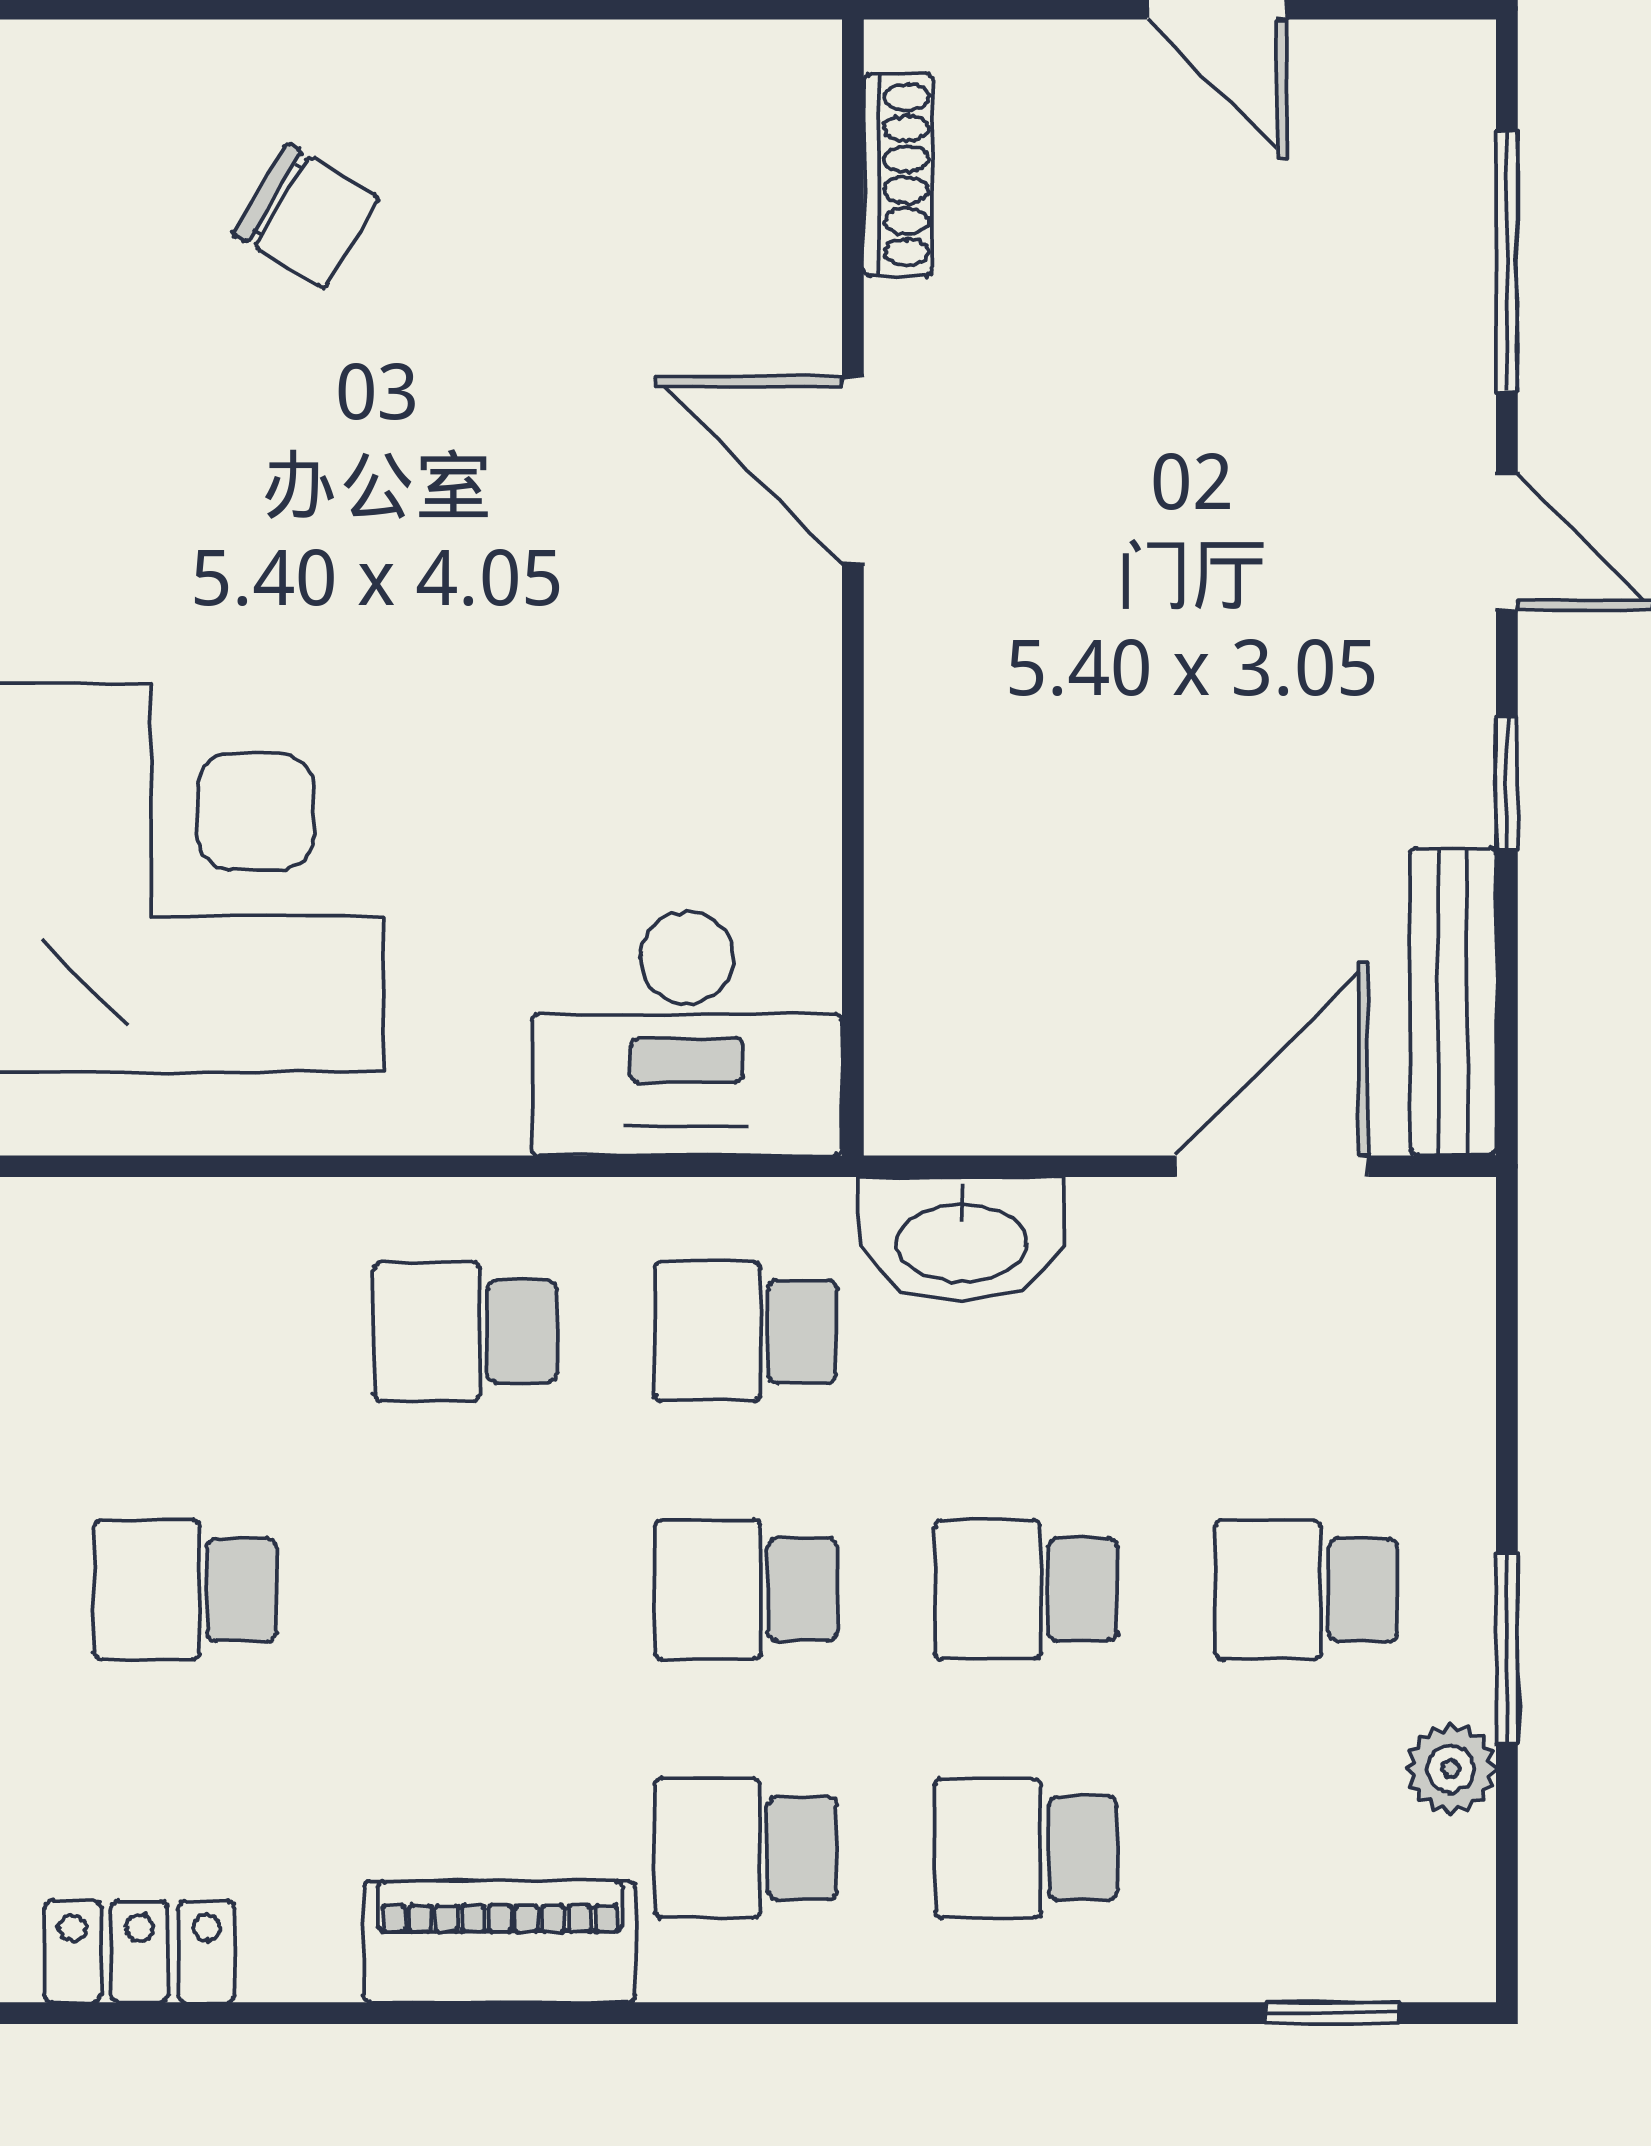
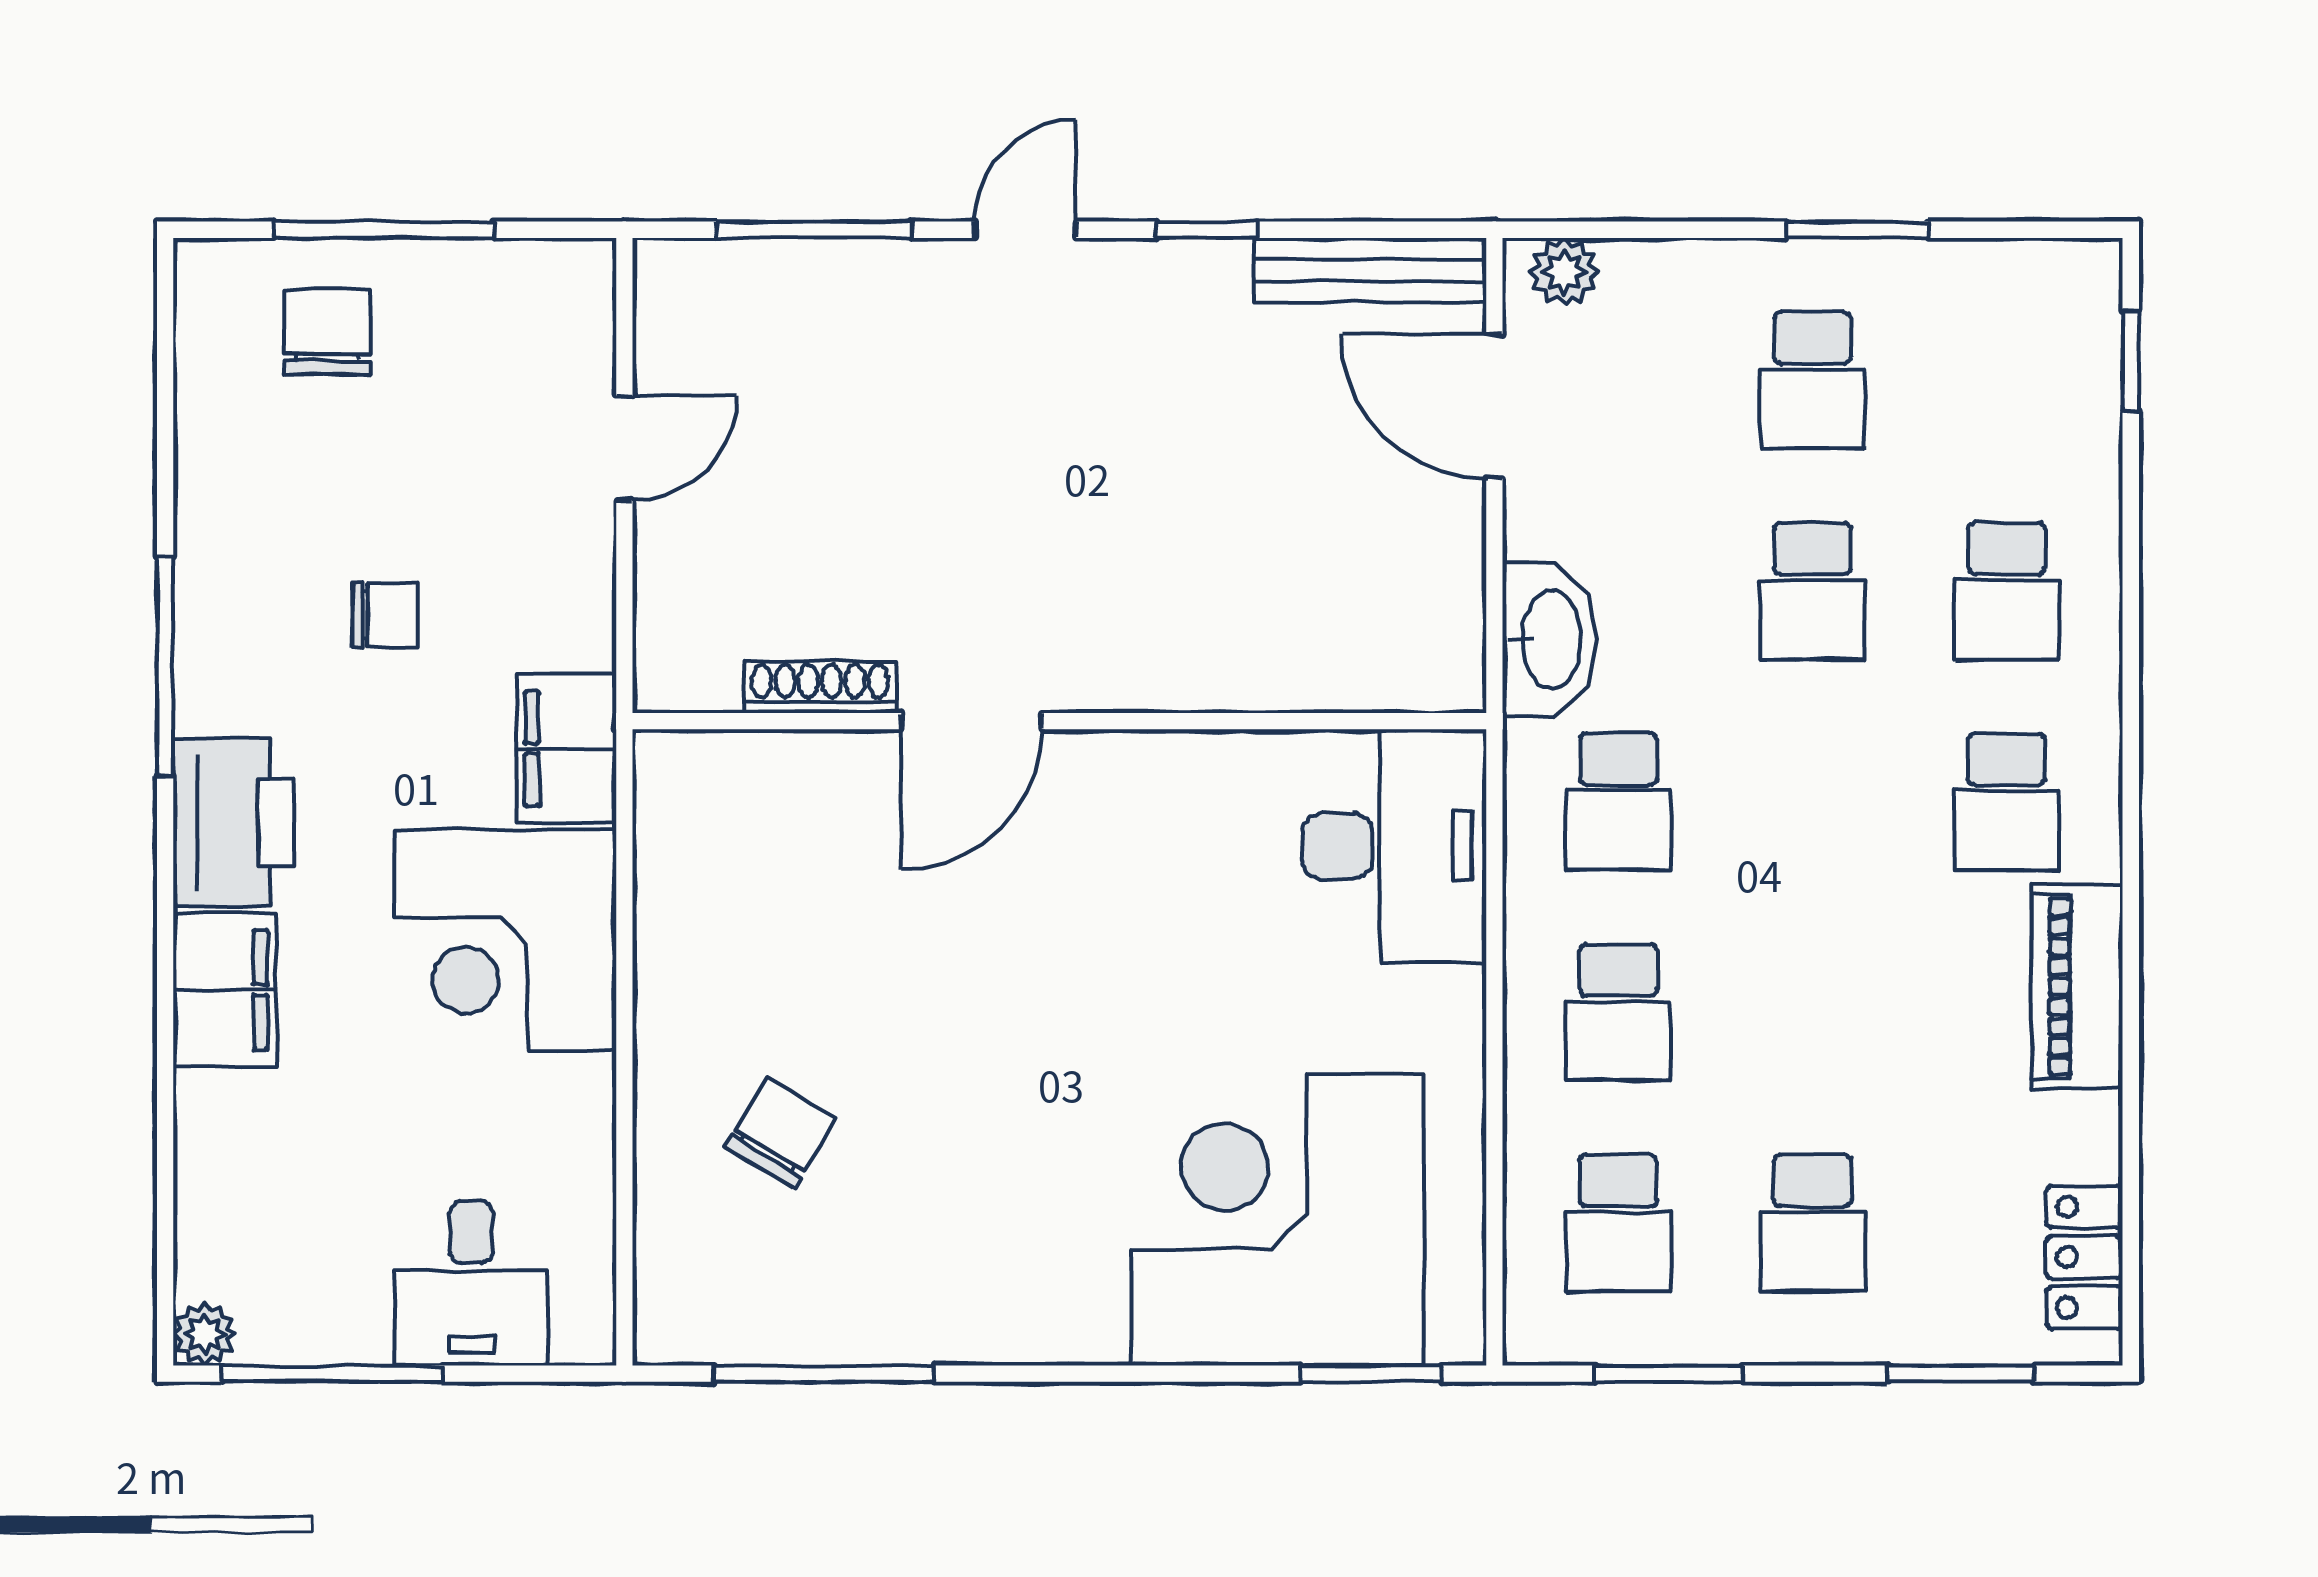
shoe rack: (898, 175) -> (820, 687), moved
school desk: (746, 1590) -> (1618, 1223), moved
plant: (1451, 1769) -> (1564, 272), moved

